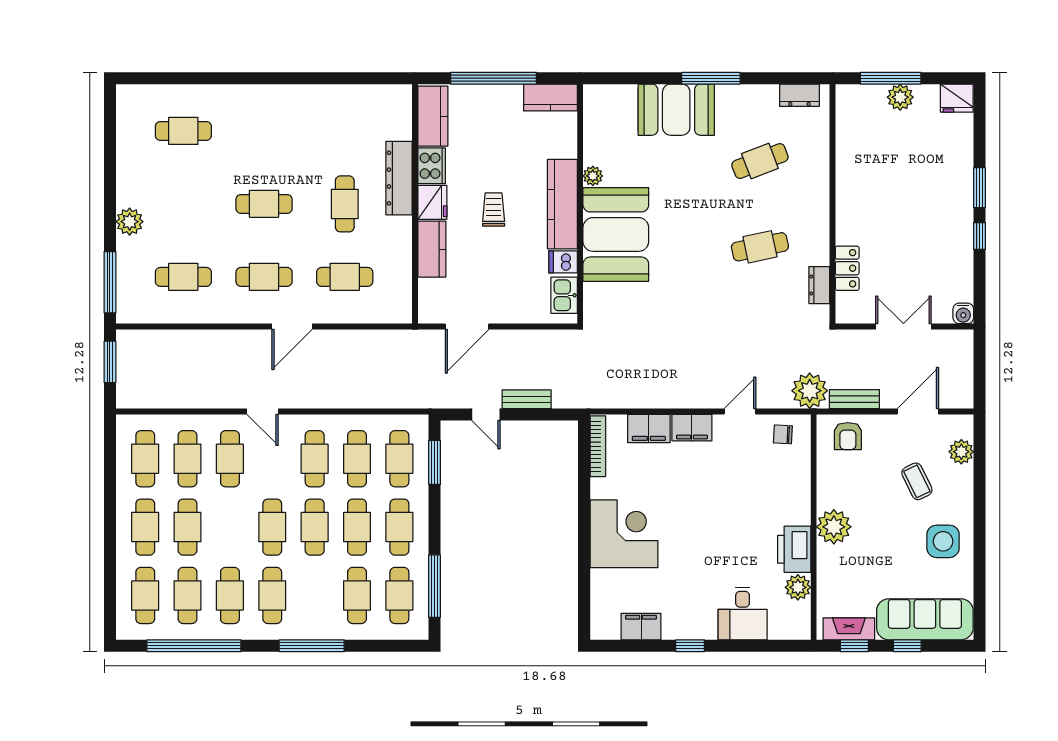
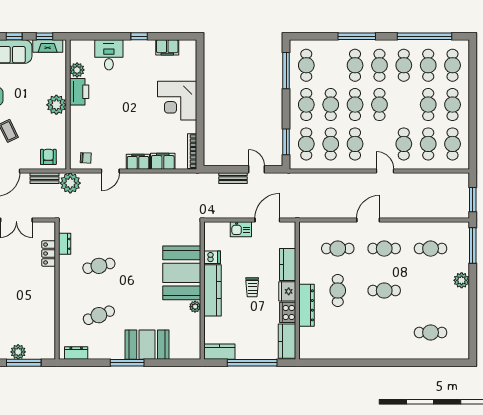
kitchen sink: (564, 295) -> (241, 229), moved, turned 90
cafe table: (357, 595) -> (355, 65), moved

